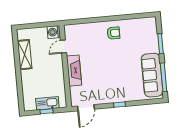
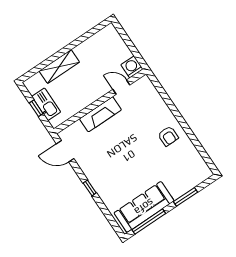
shelving: (25, 55) -> (59, 67), moved

